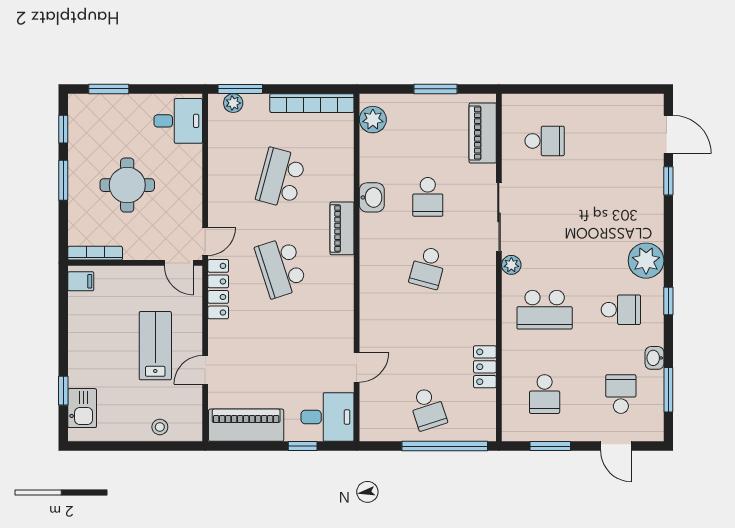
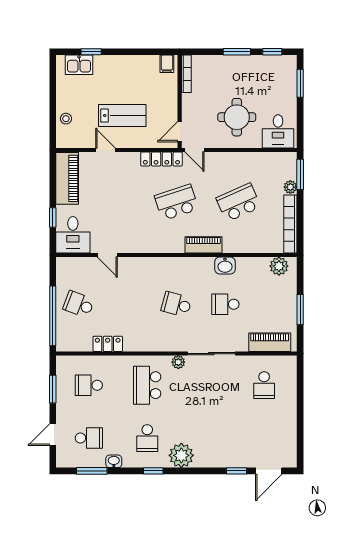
plant: (233, 103) -> (290, 187), moved
school desk: (281, 178) -> (238, 202), turned -39
round table: (127, 185) -> (237, 117), moved
school desk: (428, 409) -> (79, 304), turned 39

